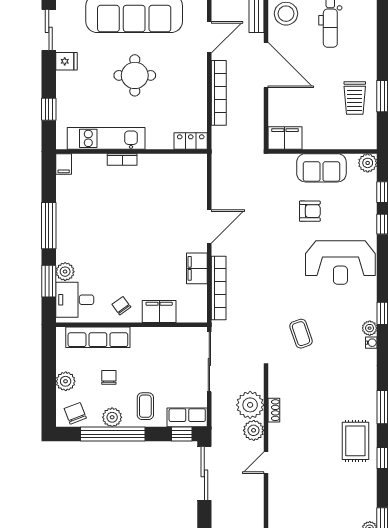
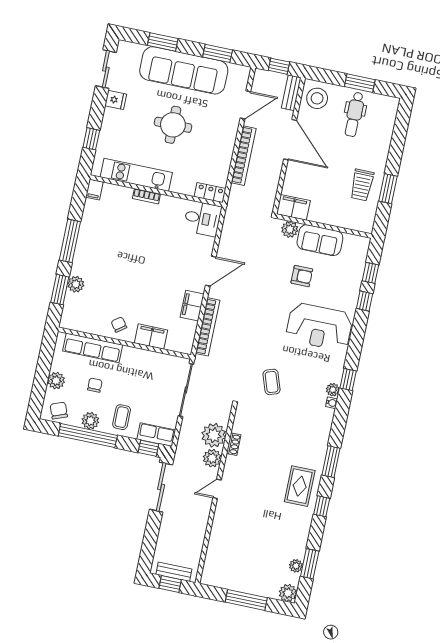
plant: (368, 163) -> (290, 229), moved
desk: (75, 300) -> (202, 219), moved, turned 180

